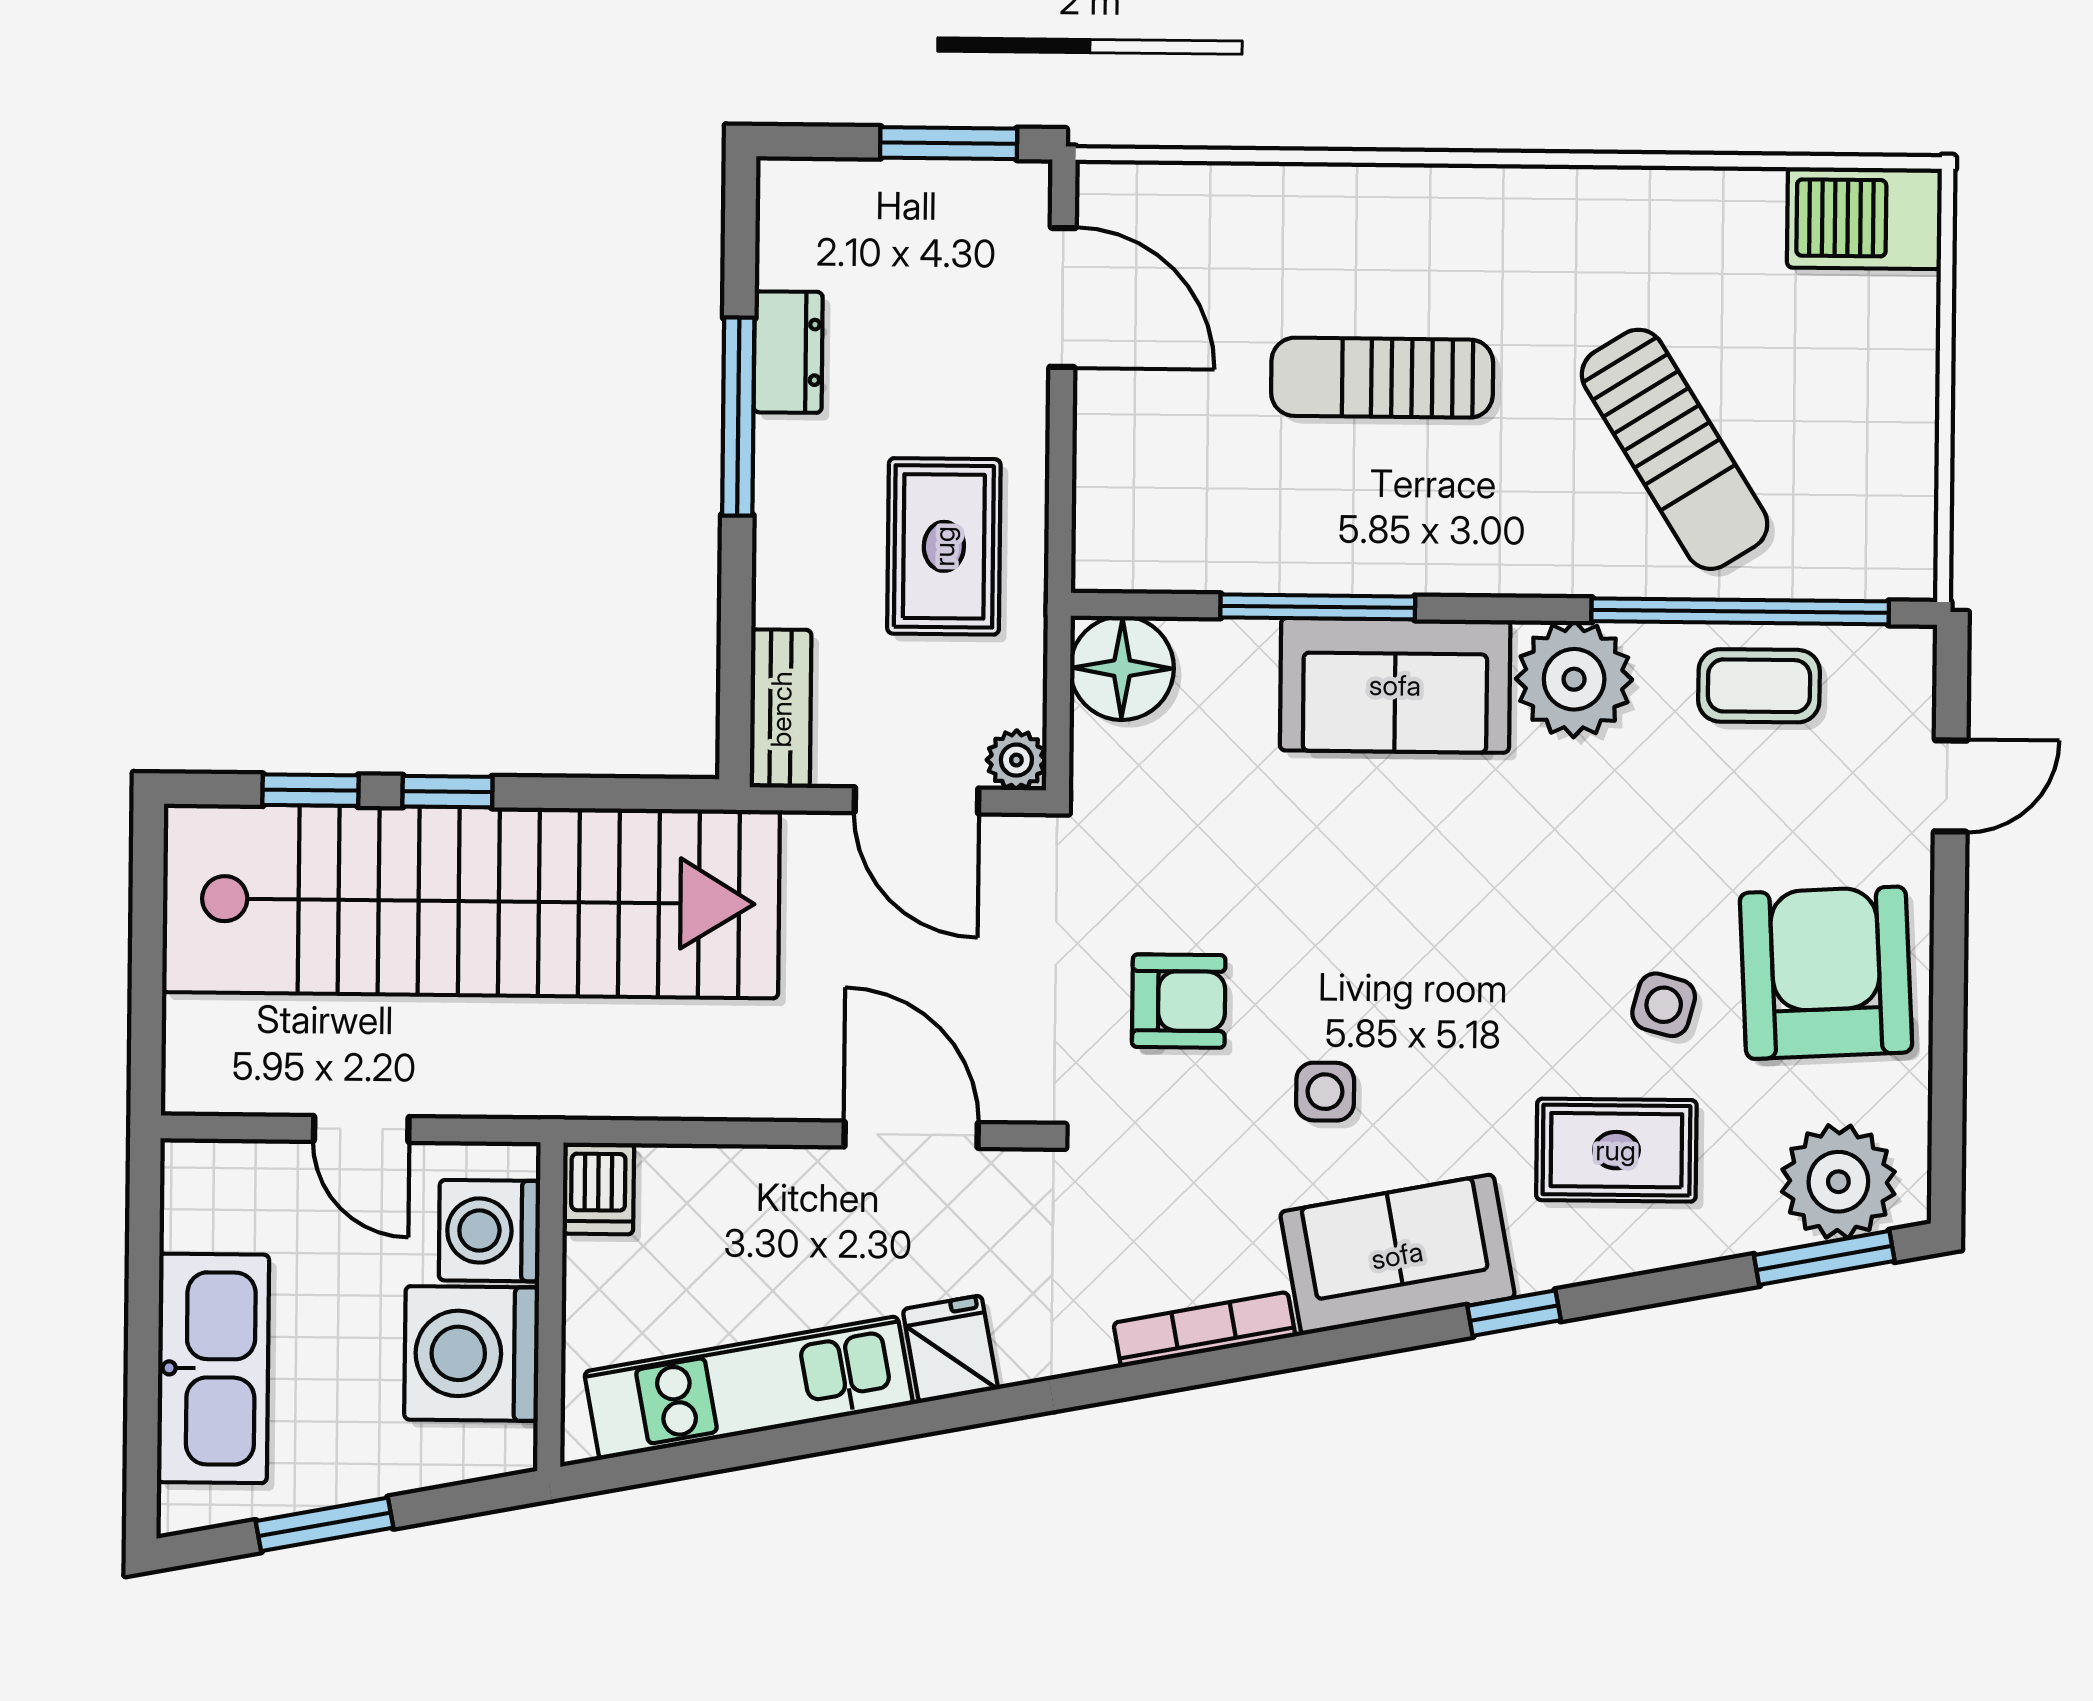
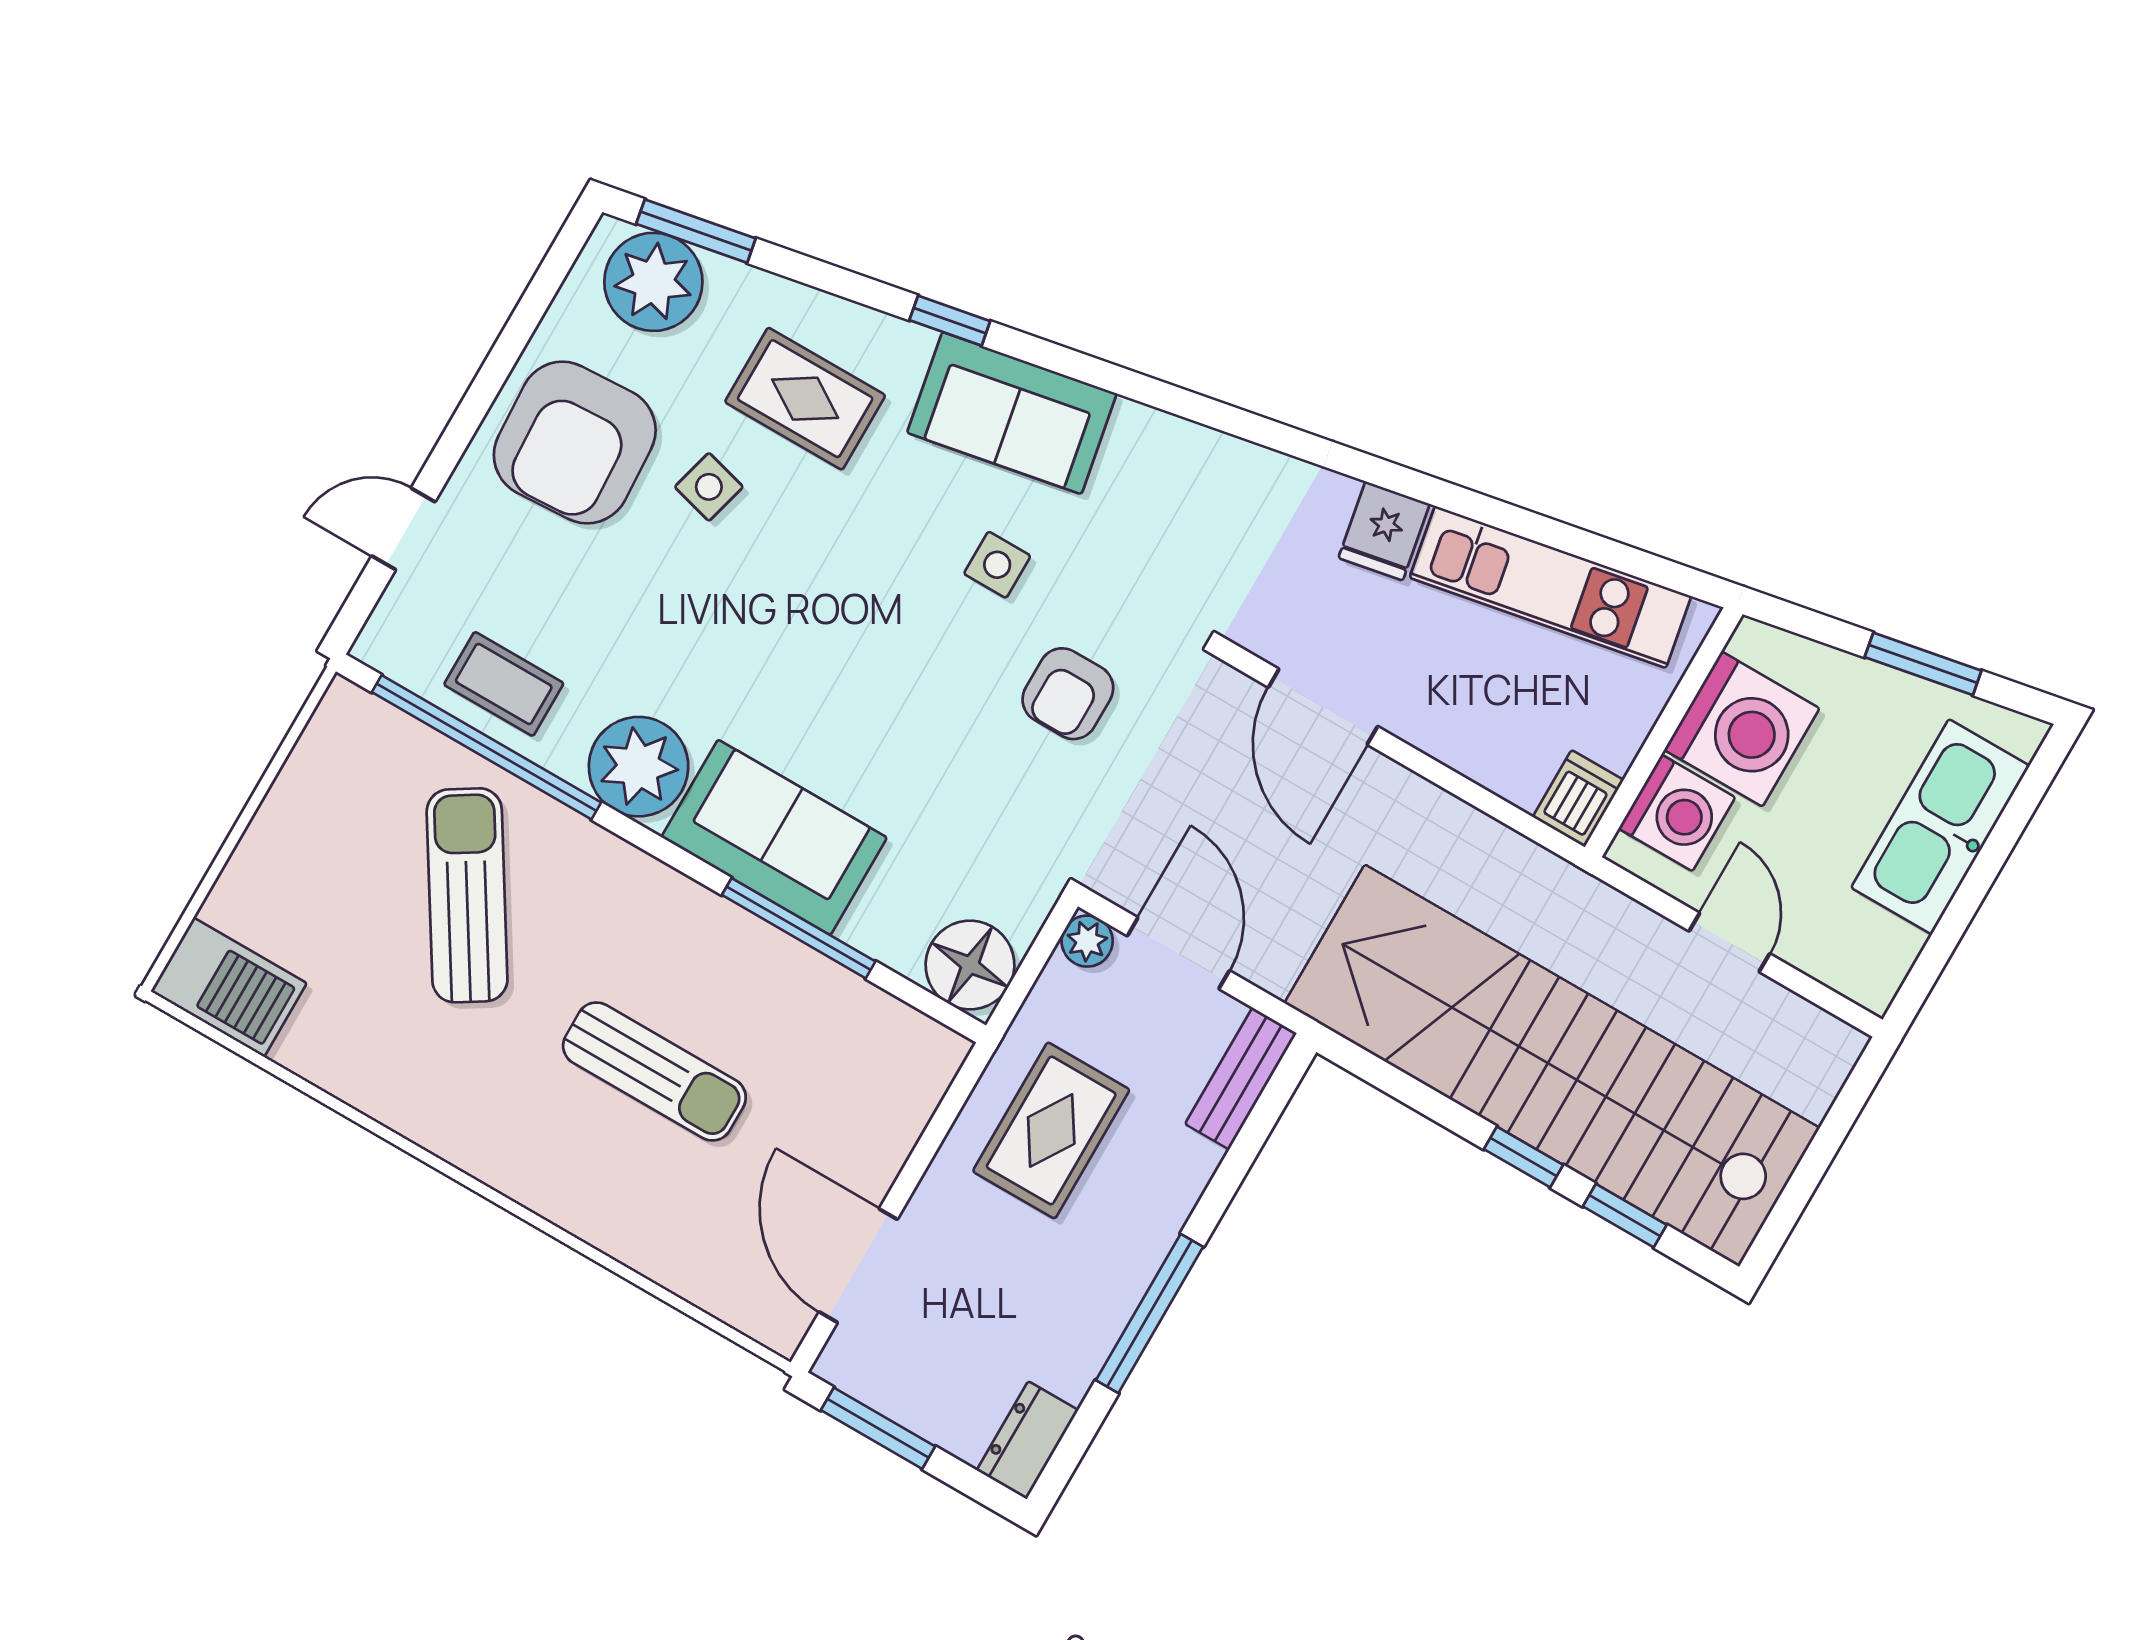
dresser: (788, 352) -> (1027, 1440), moved
armchair: (1179, 1001) -> (1068, 694), turned -90
bookcase: (1204, 1330) -> (1187, 439), removed

